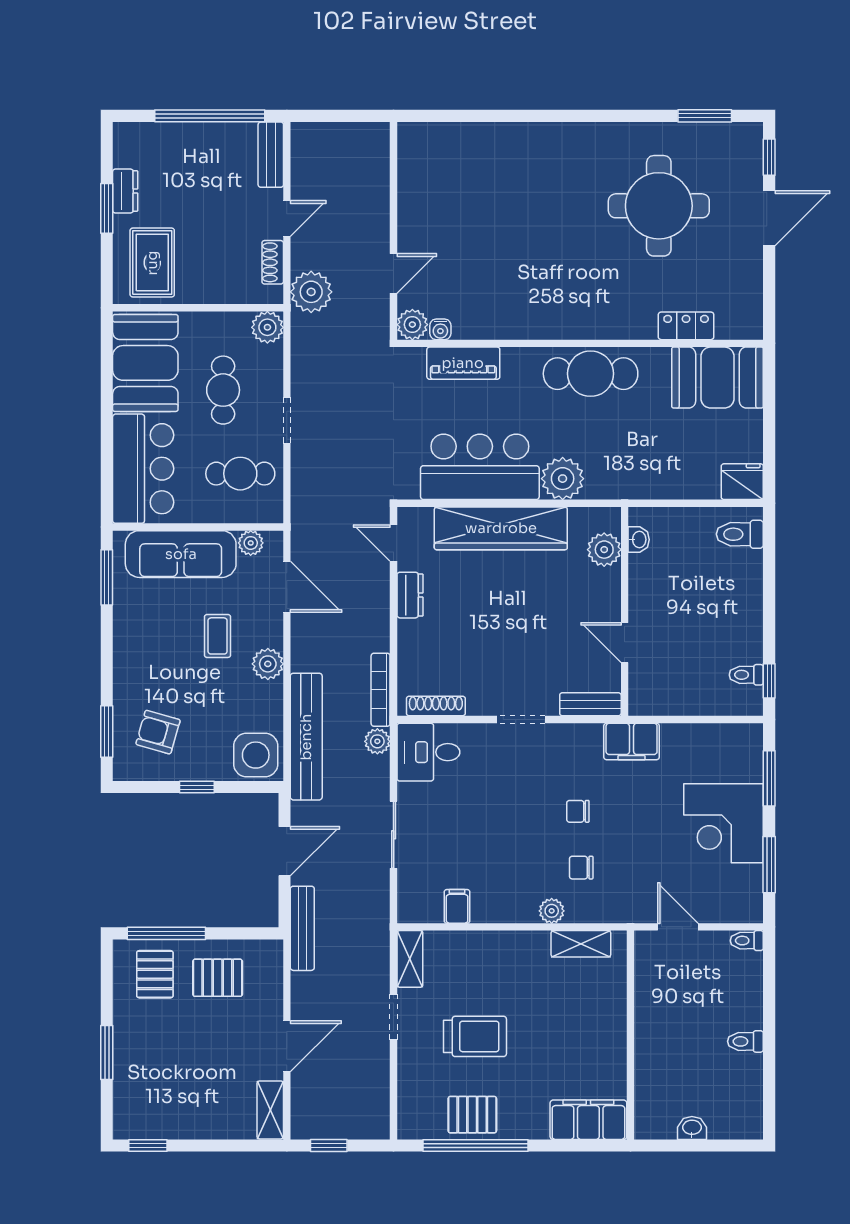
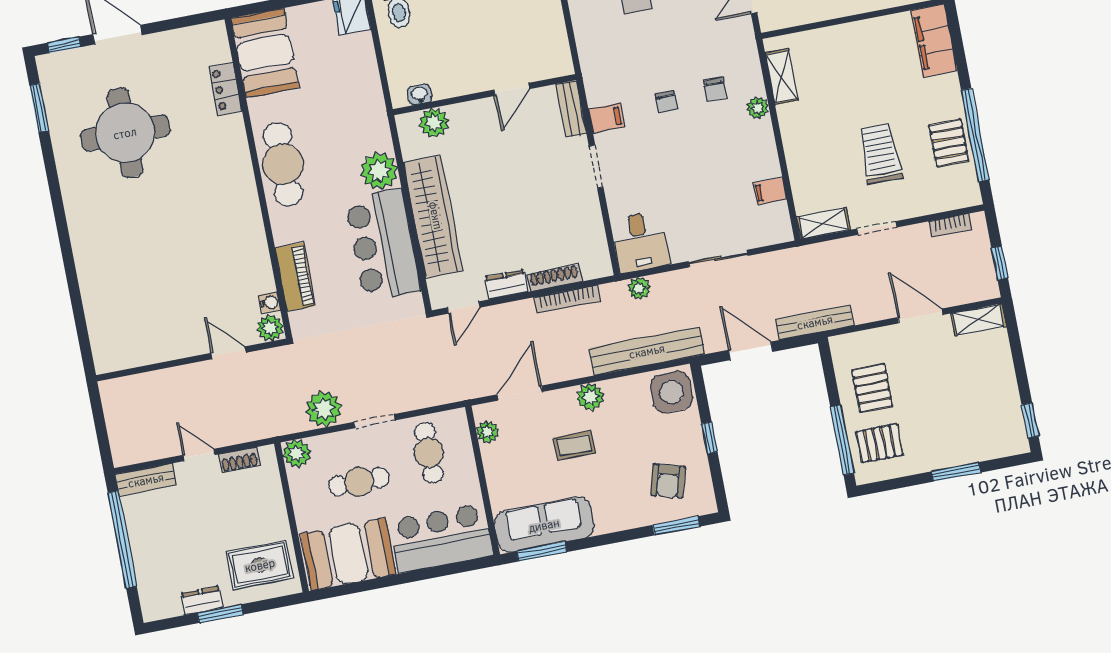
plant: (311, 292) -> (324, 409), moved
sofa: (181, 554) -> (544, 525), moved, turned -90
bookcase: (381, 690) -> (567, 299), moved
shoe rack: (436, 706) -> (554, 278), moved, turned 90
filing cabinet: (632, 741) -> (607, 118), moved, width x0.50
bookcase: (381, 1099) -> (950, 225), added

